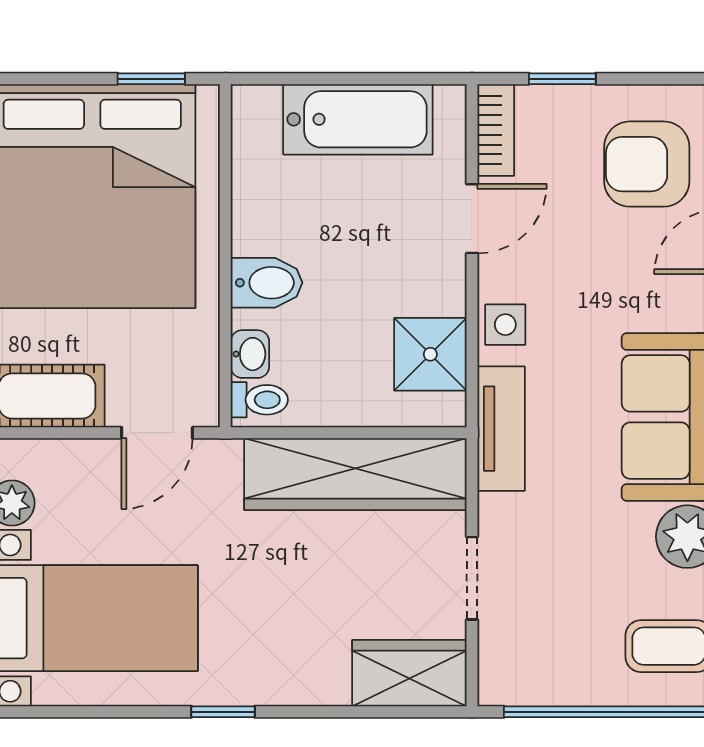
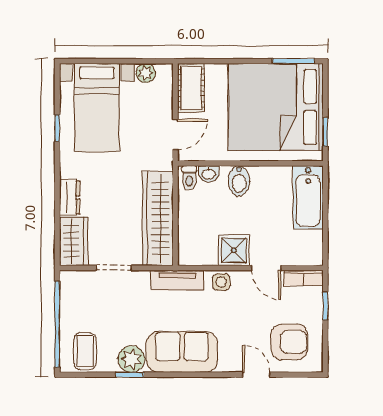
bathtub: (358, 119) -> (308, 197), moved
armchair: (647, 164) -> (289, 342), turned 90
shower: (430, 354) -> (234, 250), moved
door: (157, 433) -> (175, 134), swing flipped
dresser: (306, 682) -> (70, 197), added
window: (223, 712) -> (57, 128), moved

